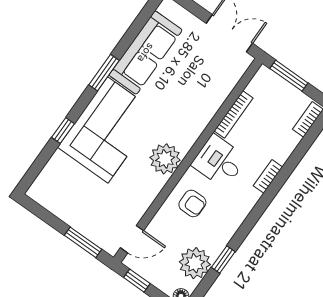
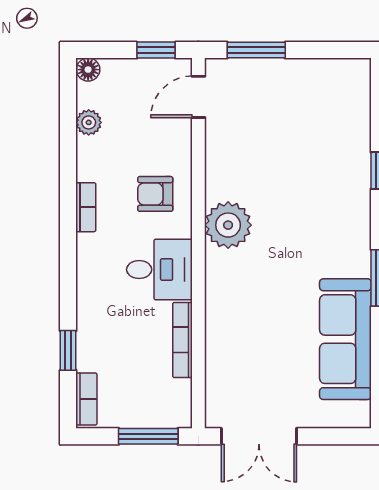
corner sofa: (108, 130) -> (324, 210), removed
bookcase: (268, 176) -> (86, 207), moved
window: (223, 259) -> (68, 350), moved
plant: (195, 263) -> (89, 122), width x0.53, depth x0.53

